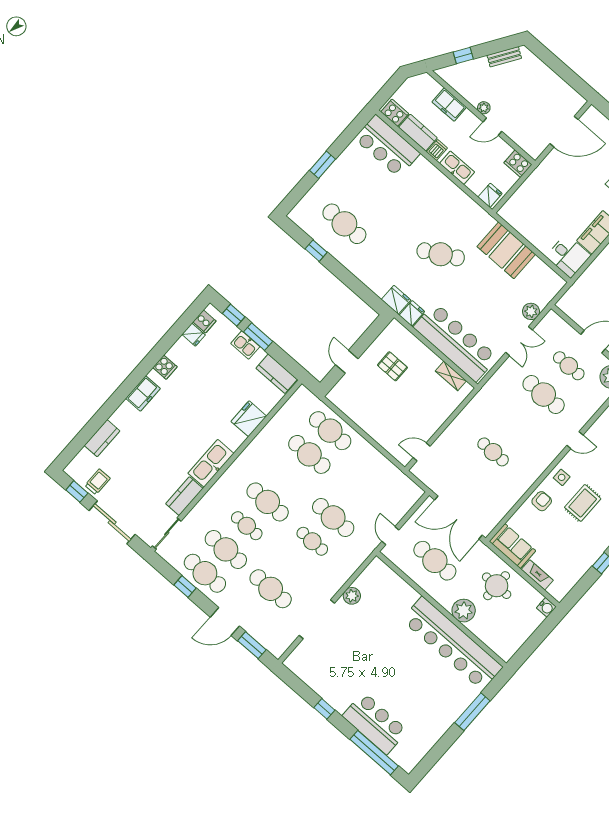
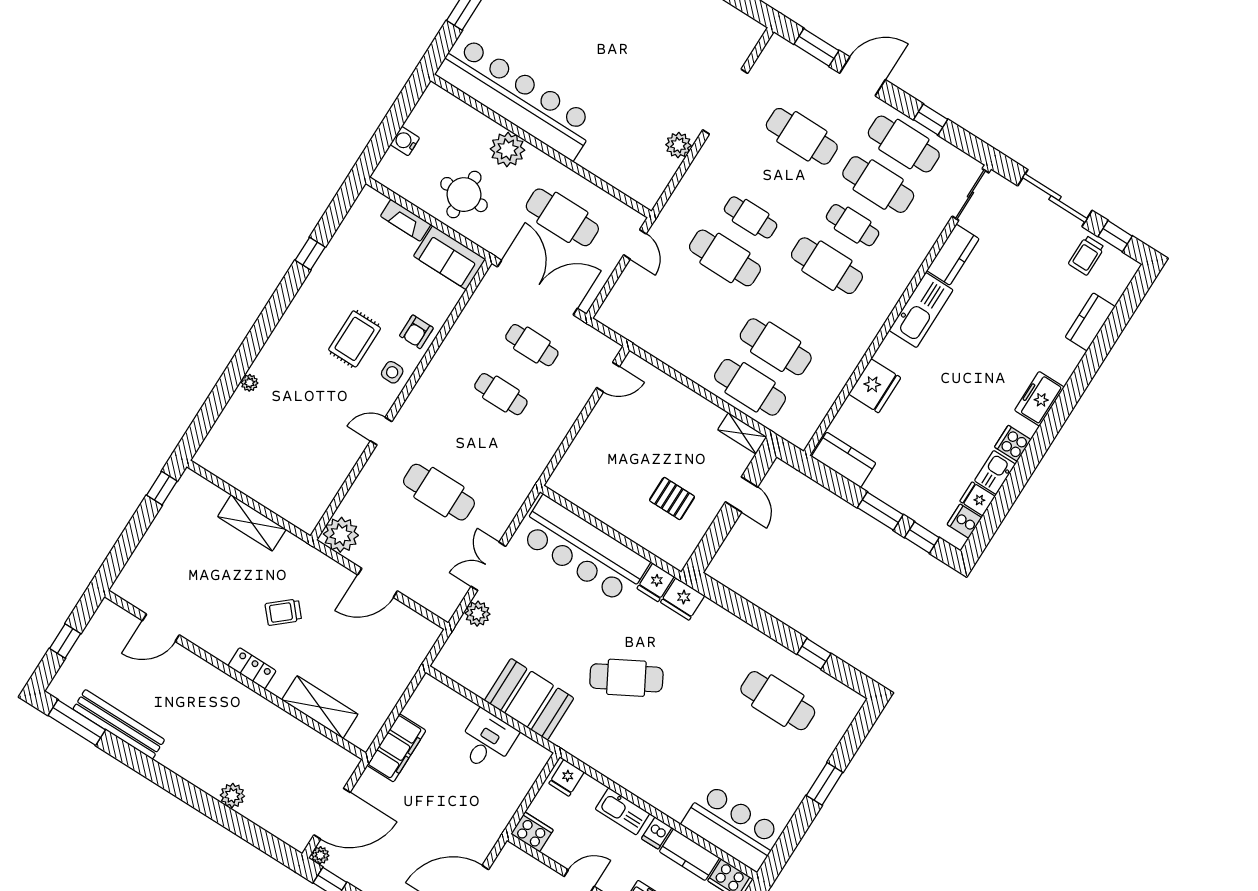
desk: (568, 256) -> (487, 741), moved, turned 90
kitchen sink: (245, 345) -> (995, 472), moved, turned -90
cafe table: (569, 366) -> (532, 345), moved
shelving: (451, 376) -> (742, 433), moved
water cooler: (546, 607) -> (405, 141), moved

